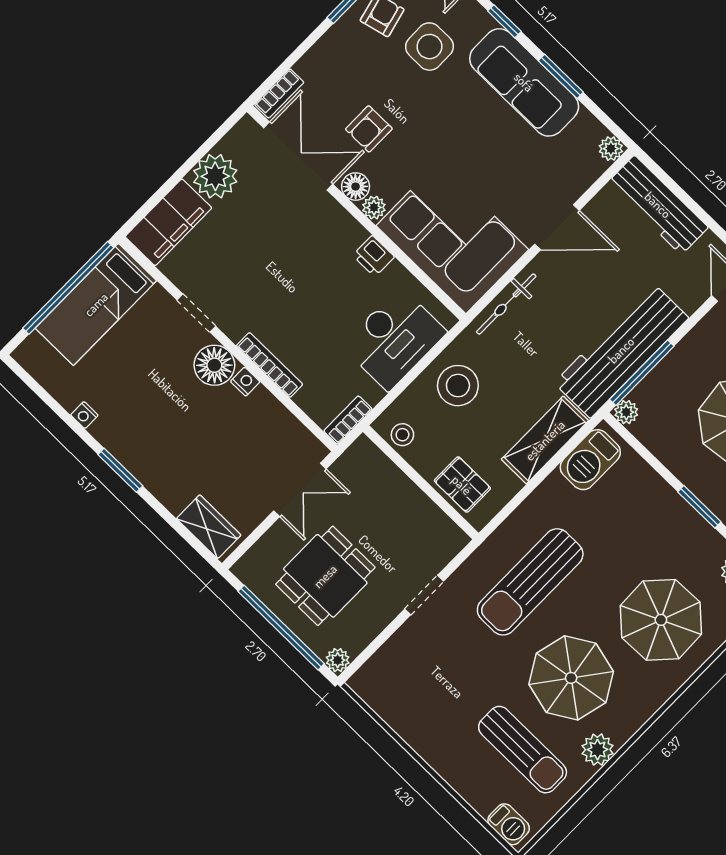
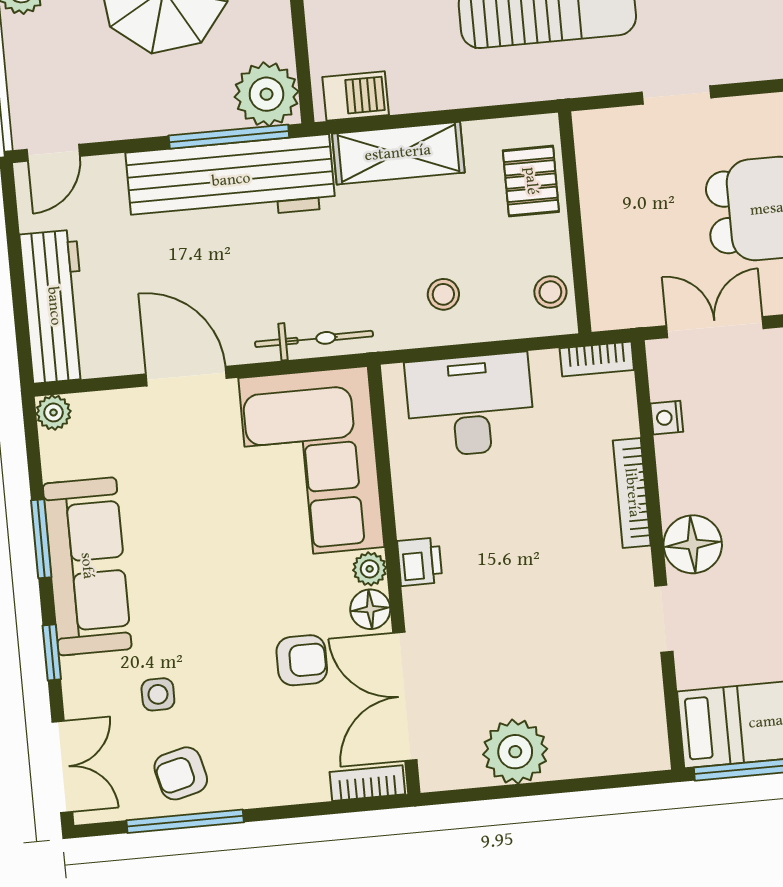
side table: (429, 47) -> (158, 694), width x0.54, depth x0.54
filing cabinet: (168, 222) -> (610, 745), removed
printer: (373, 256) -> (420, 562), moved
nightstand: (245, 382) -> (667, 418), moved
stool: (458, 386) -> (443, 294), width x0.53, depth x0.53
plant: (626, 412) -> (266, 94), width x1.88, depth x1.88
barbecue: (590, 460) -> (356, 96), width x0.73, depth x0.79

